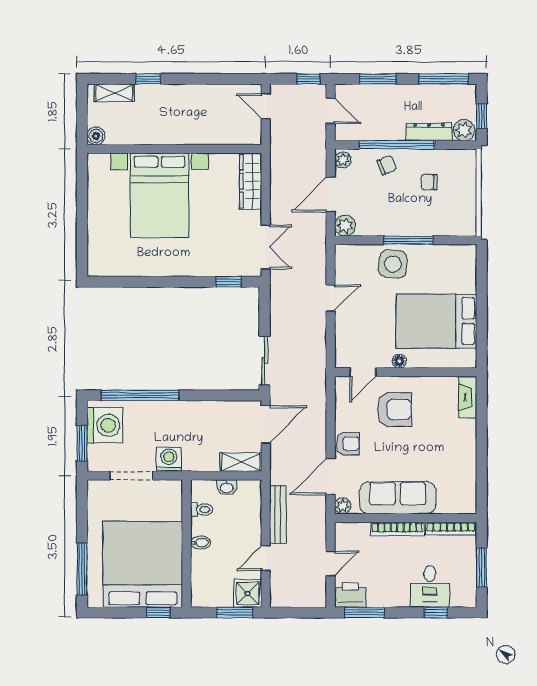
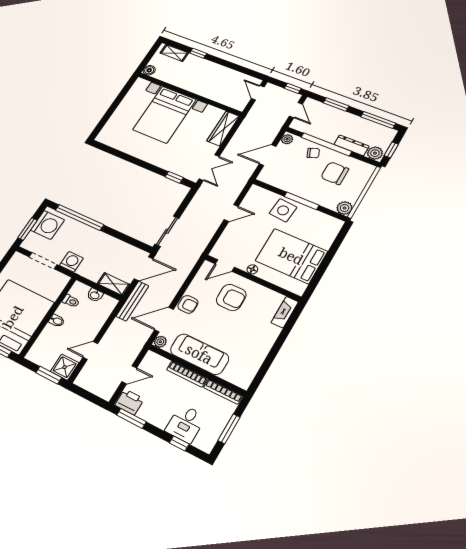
chair: (429, 182) -> (335, 173), width x1.87, depth x1.87
plant: (345, 226) -> (345, 208), moved
bench: (278, 514) -> (132, 301), moved

